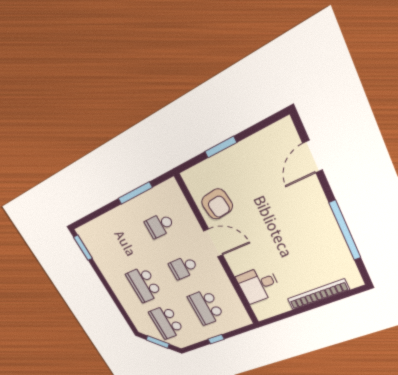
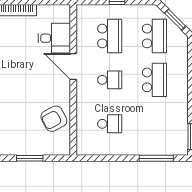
window: (135, 193) -> (156, 158), moved
armchair: (217, 204) -> (54, 119), turned -111
door: (213, 243) -> (73, 67), moved

